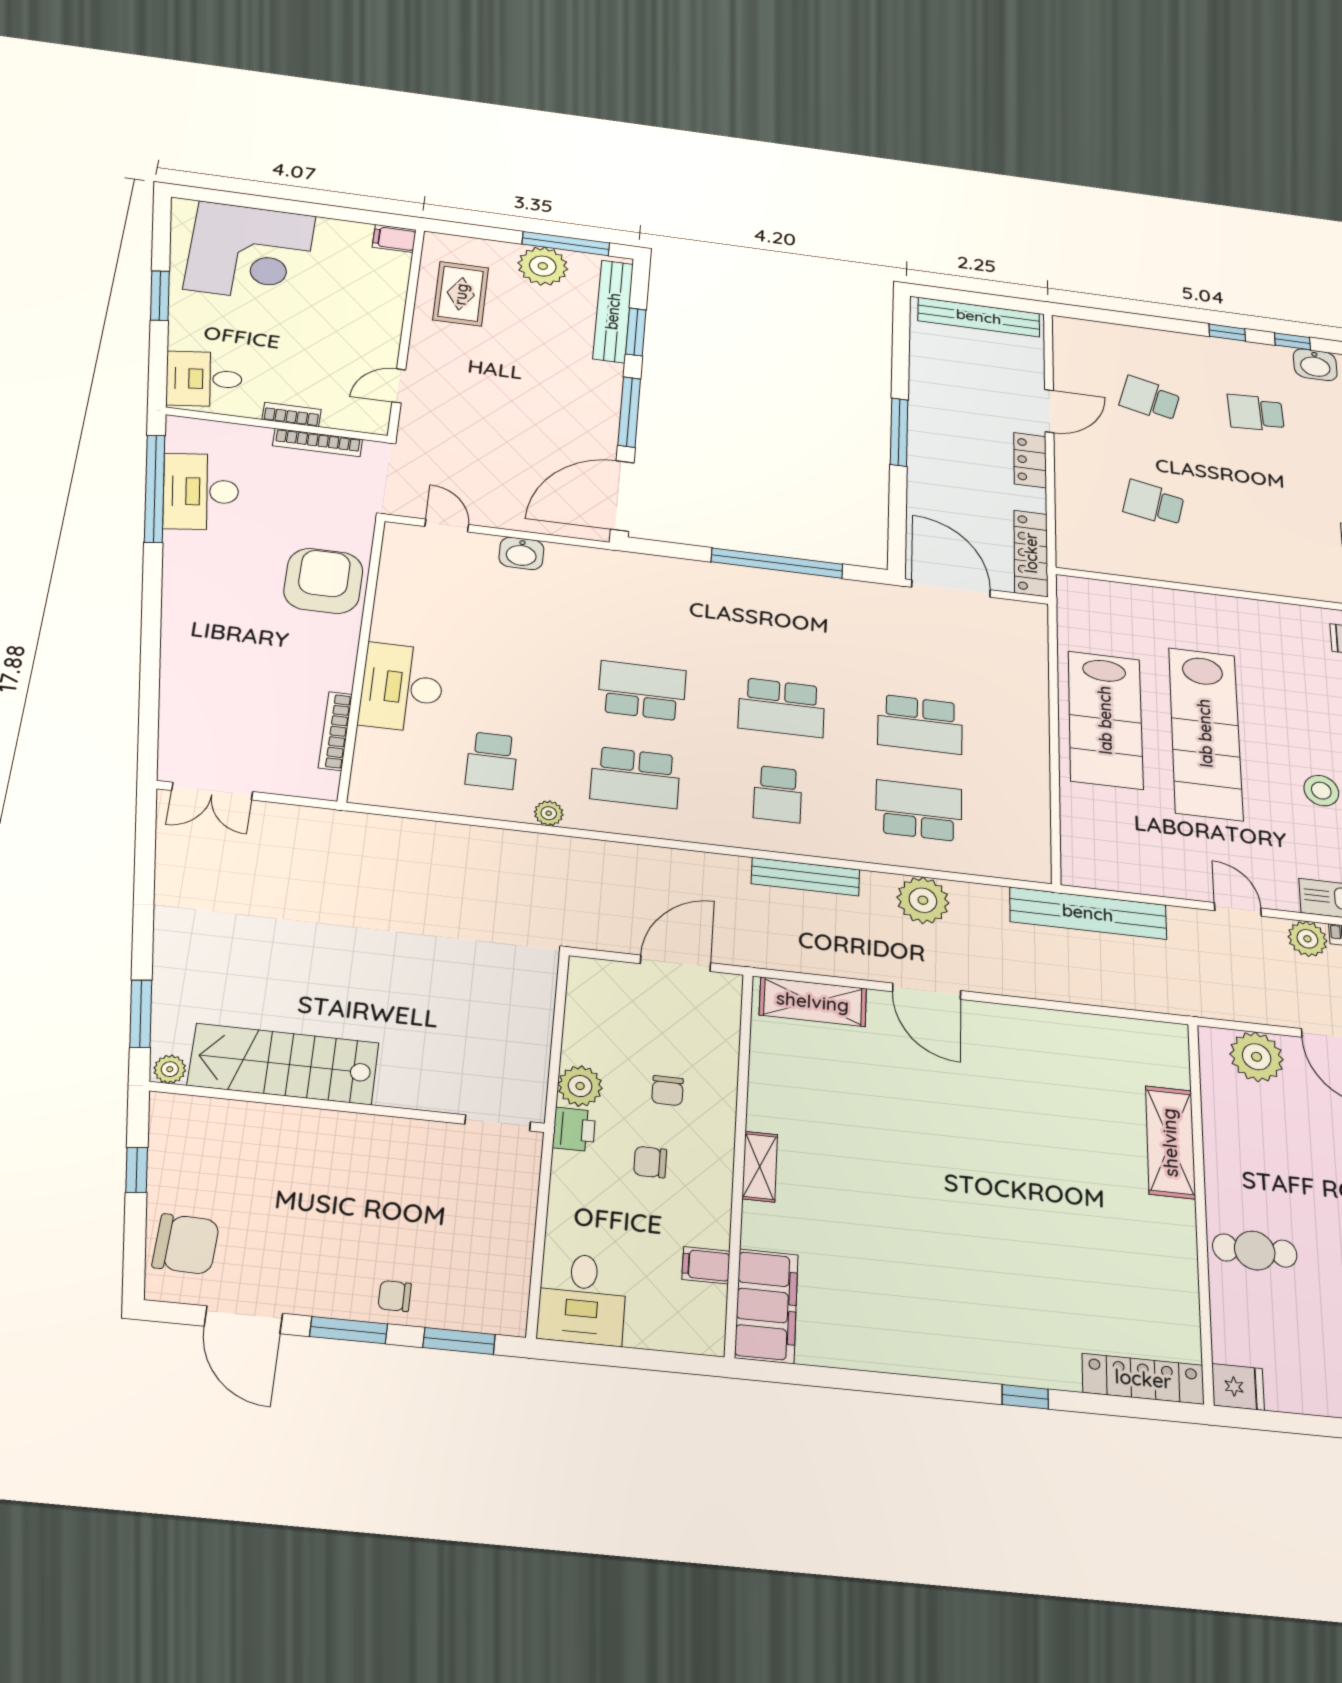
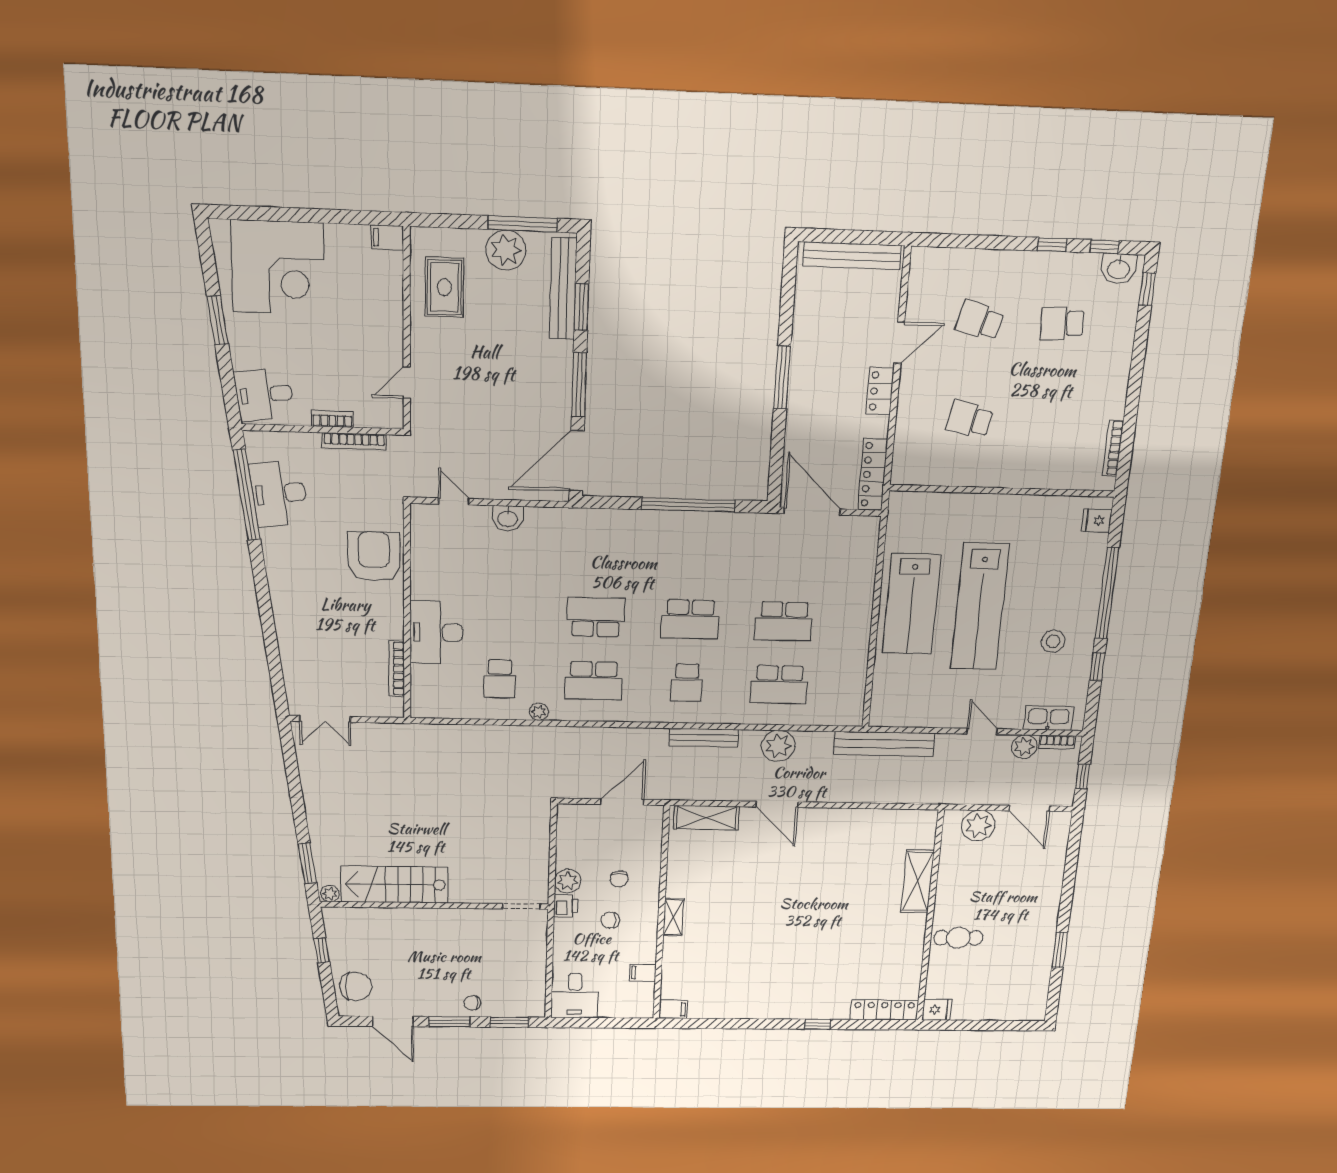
school desk: (919, 811) -> (779, 685), turned 180
filing cabinet: (766, 1306) -> (673, 1009), width x0.33, depth x0.86

